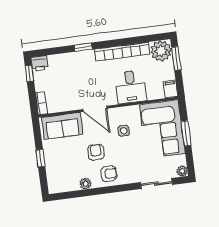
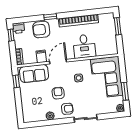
plant: (161, 51) -> (107, 21), removed
armchair: (71, 65) -> (41, 30), added
filing cabinet: (170, 89) -> (41, 56), moved
door: (95, 109) -> (58, 62), swing flipped
window: (186, 133) -> (125, 91), moved
window: (41, 158) -> (16, 81), moved
sliding door: (156, 183) -> (86, 118), moved

